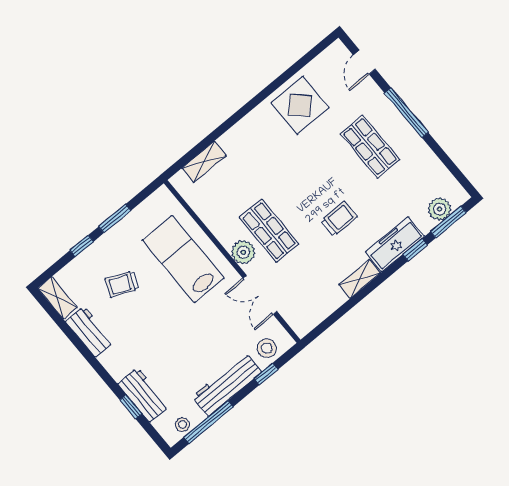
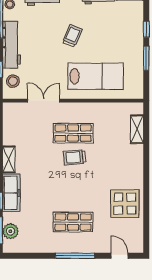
trolley: (339, 219) -> (75, 157), moved, turned 85
plant: (243, 252) -> (73, 110), removed
trolley: (122, 284) -> (72, 36), moved

